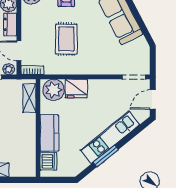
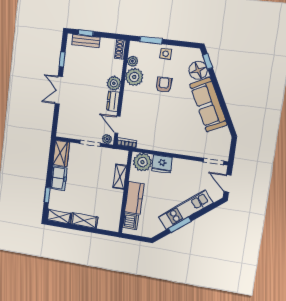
rug: (66, 39) -> (159, 120), removed
shelving: (29, 98) -> (120, 177), moved
door: (153, 99) -> (228, 183), hinge flipped

